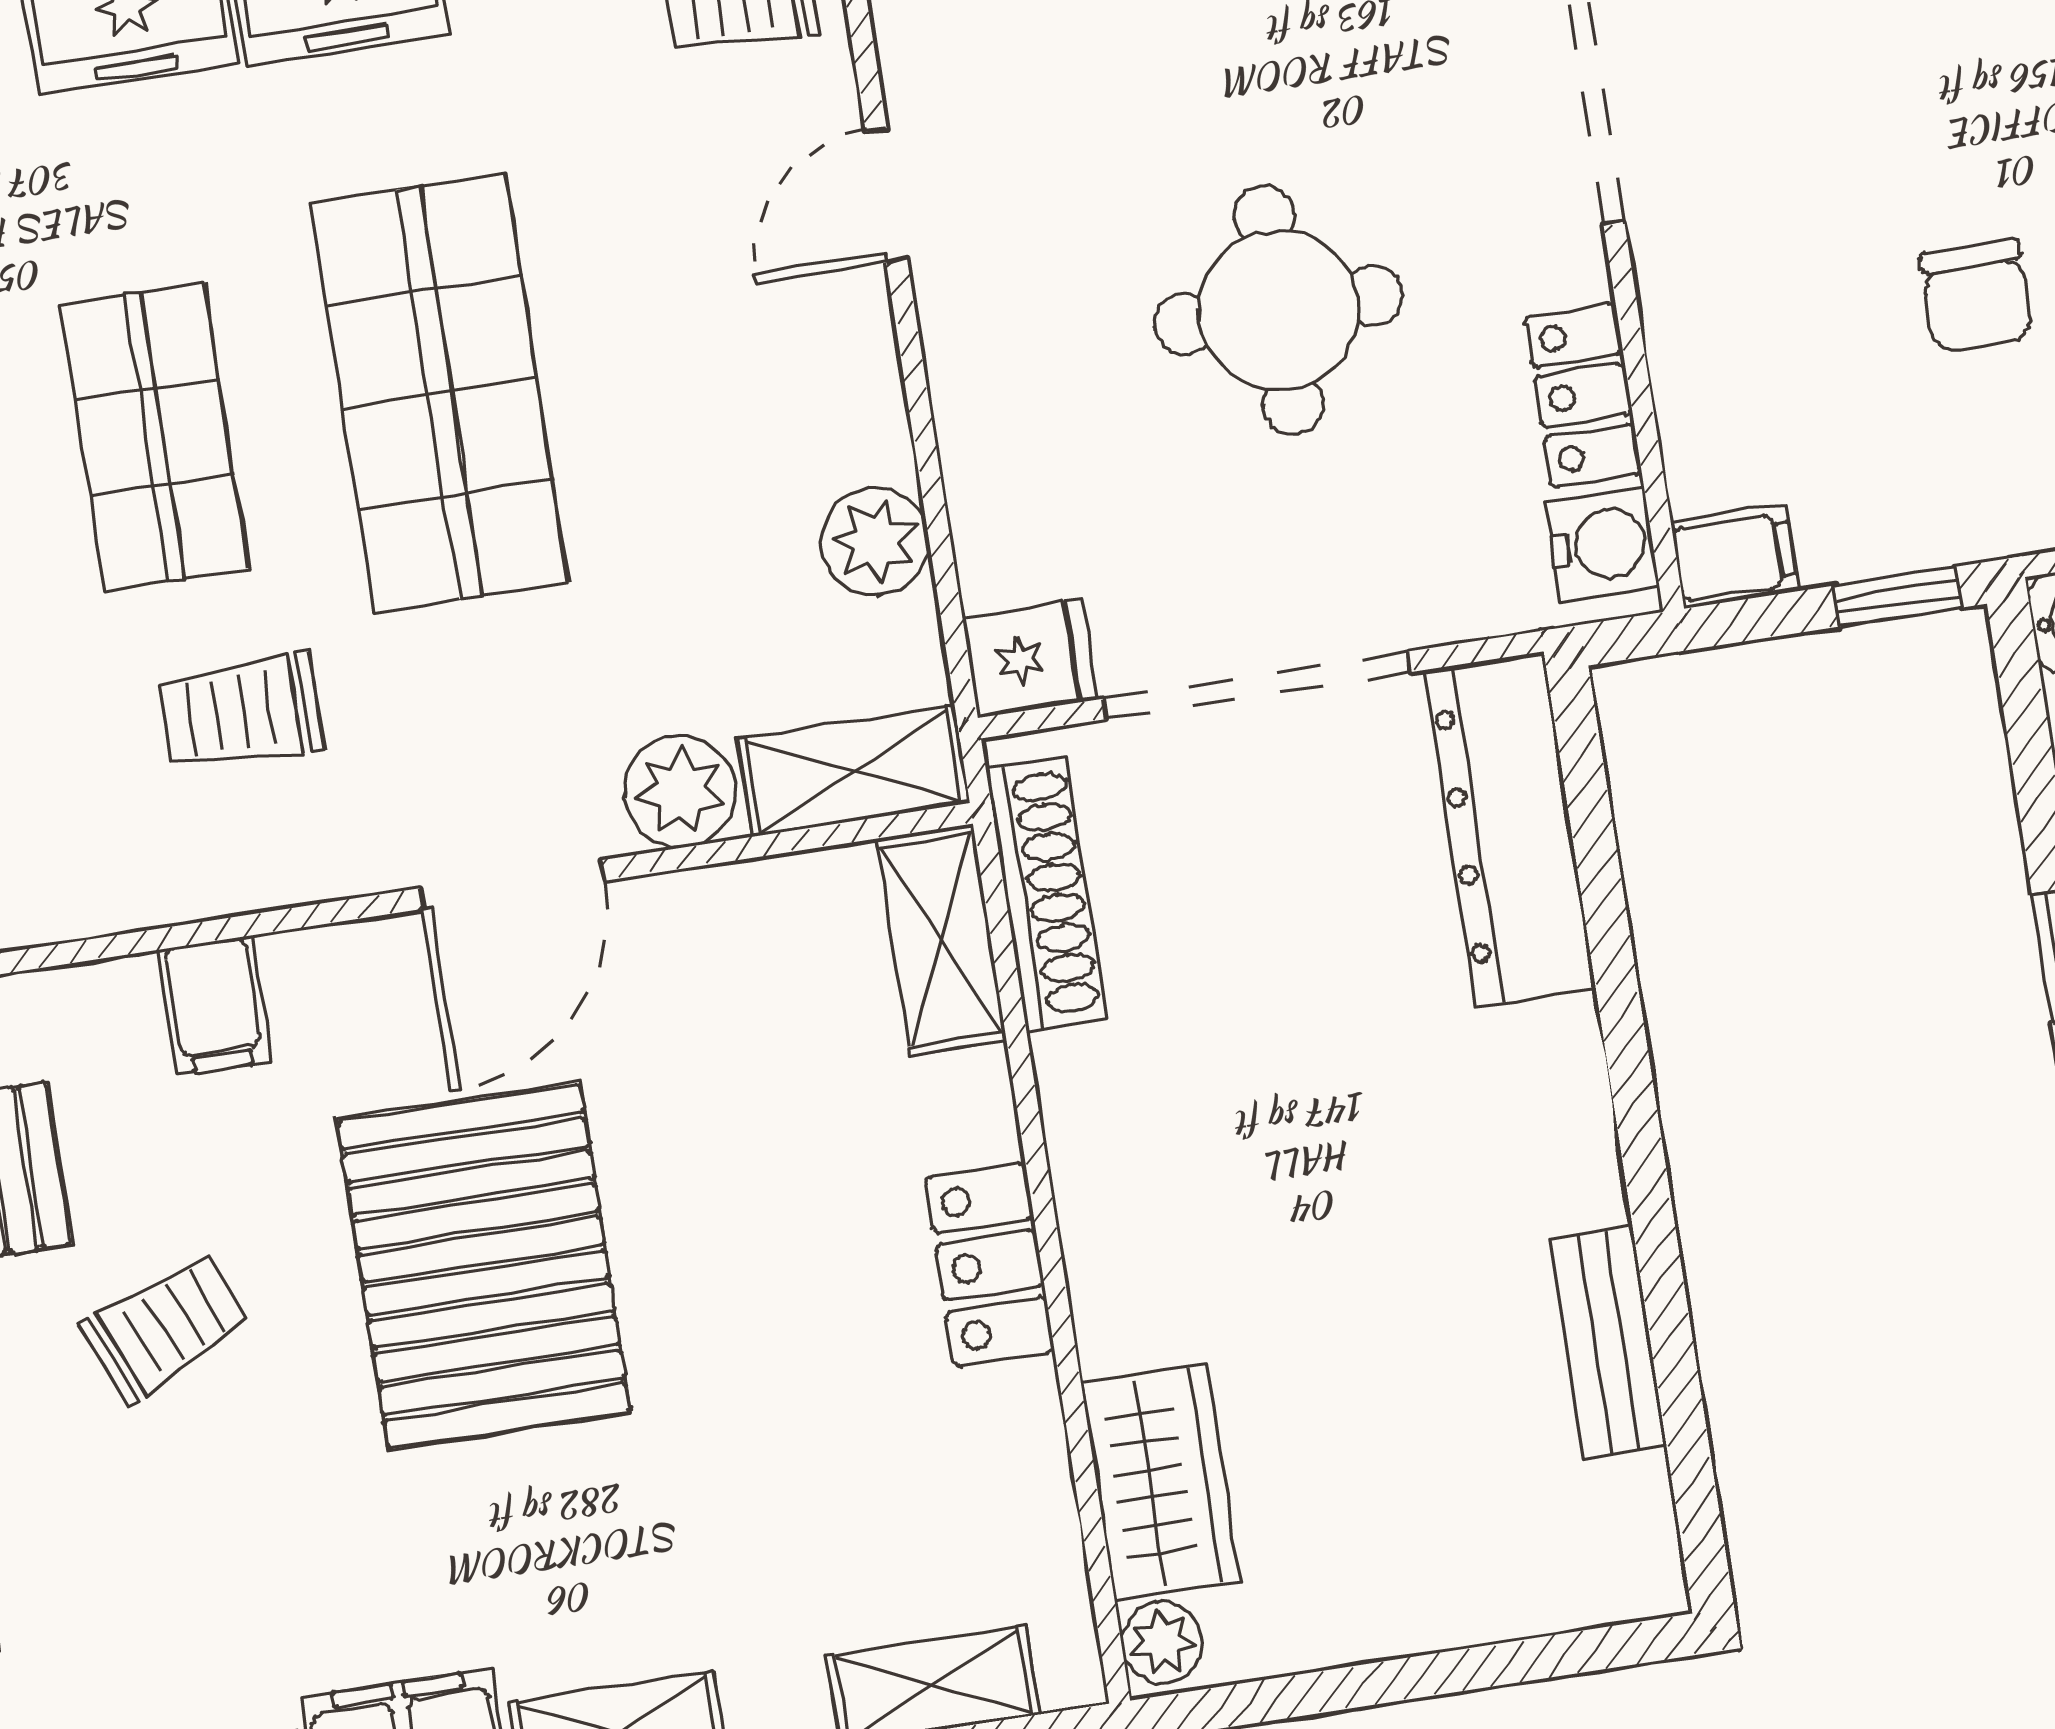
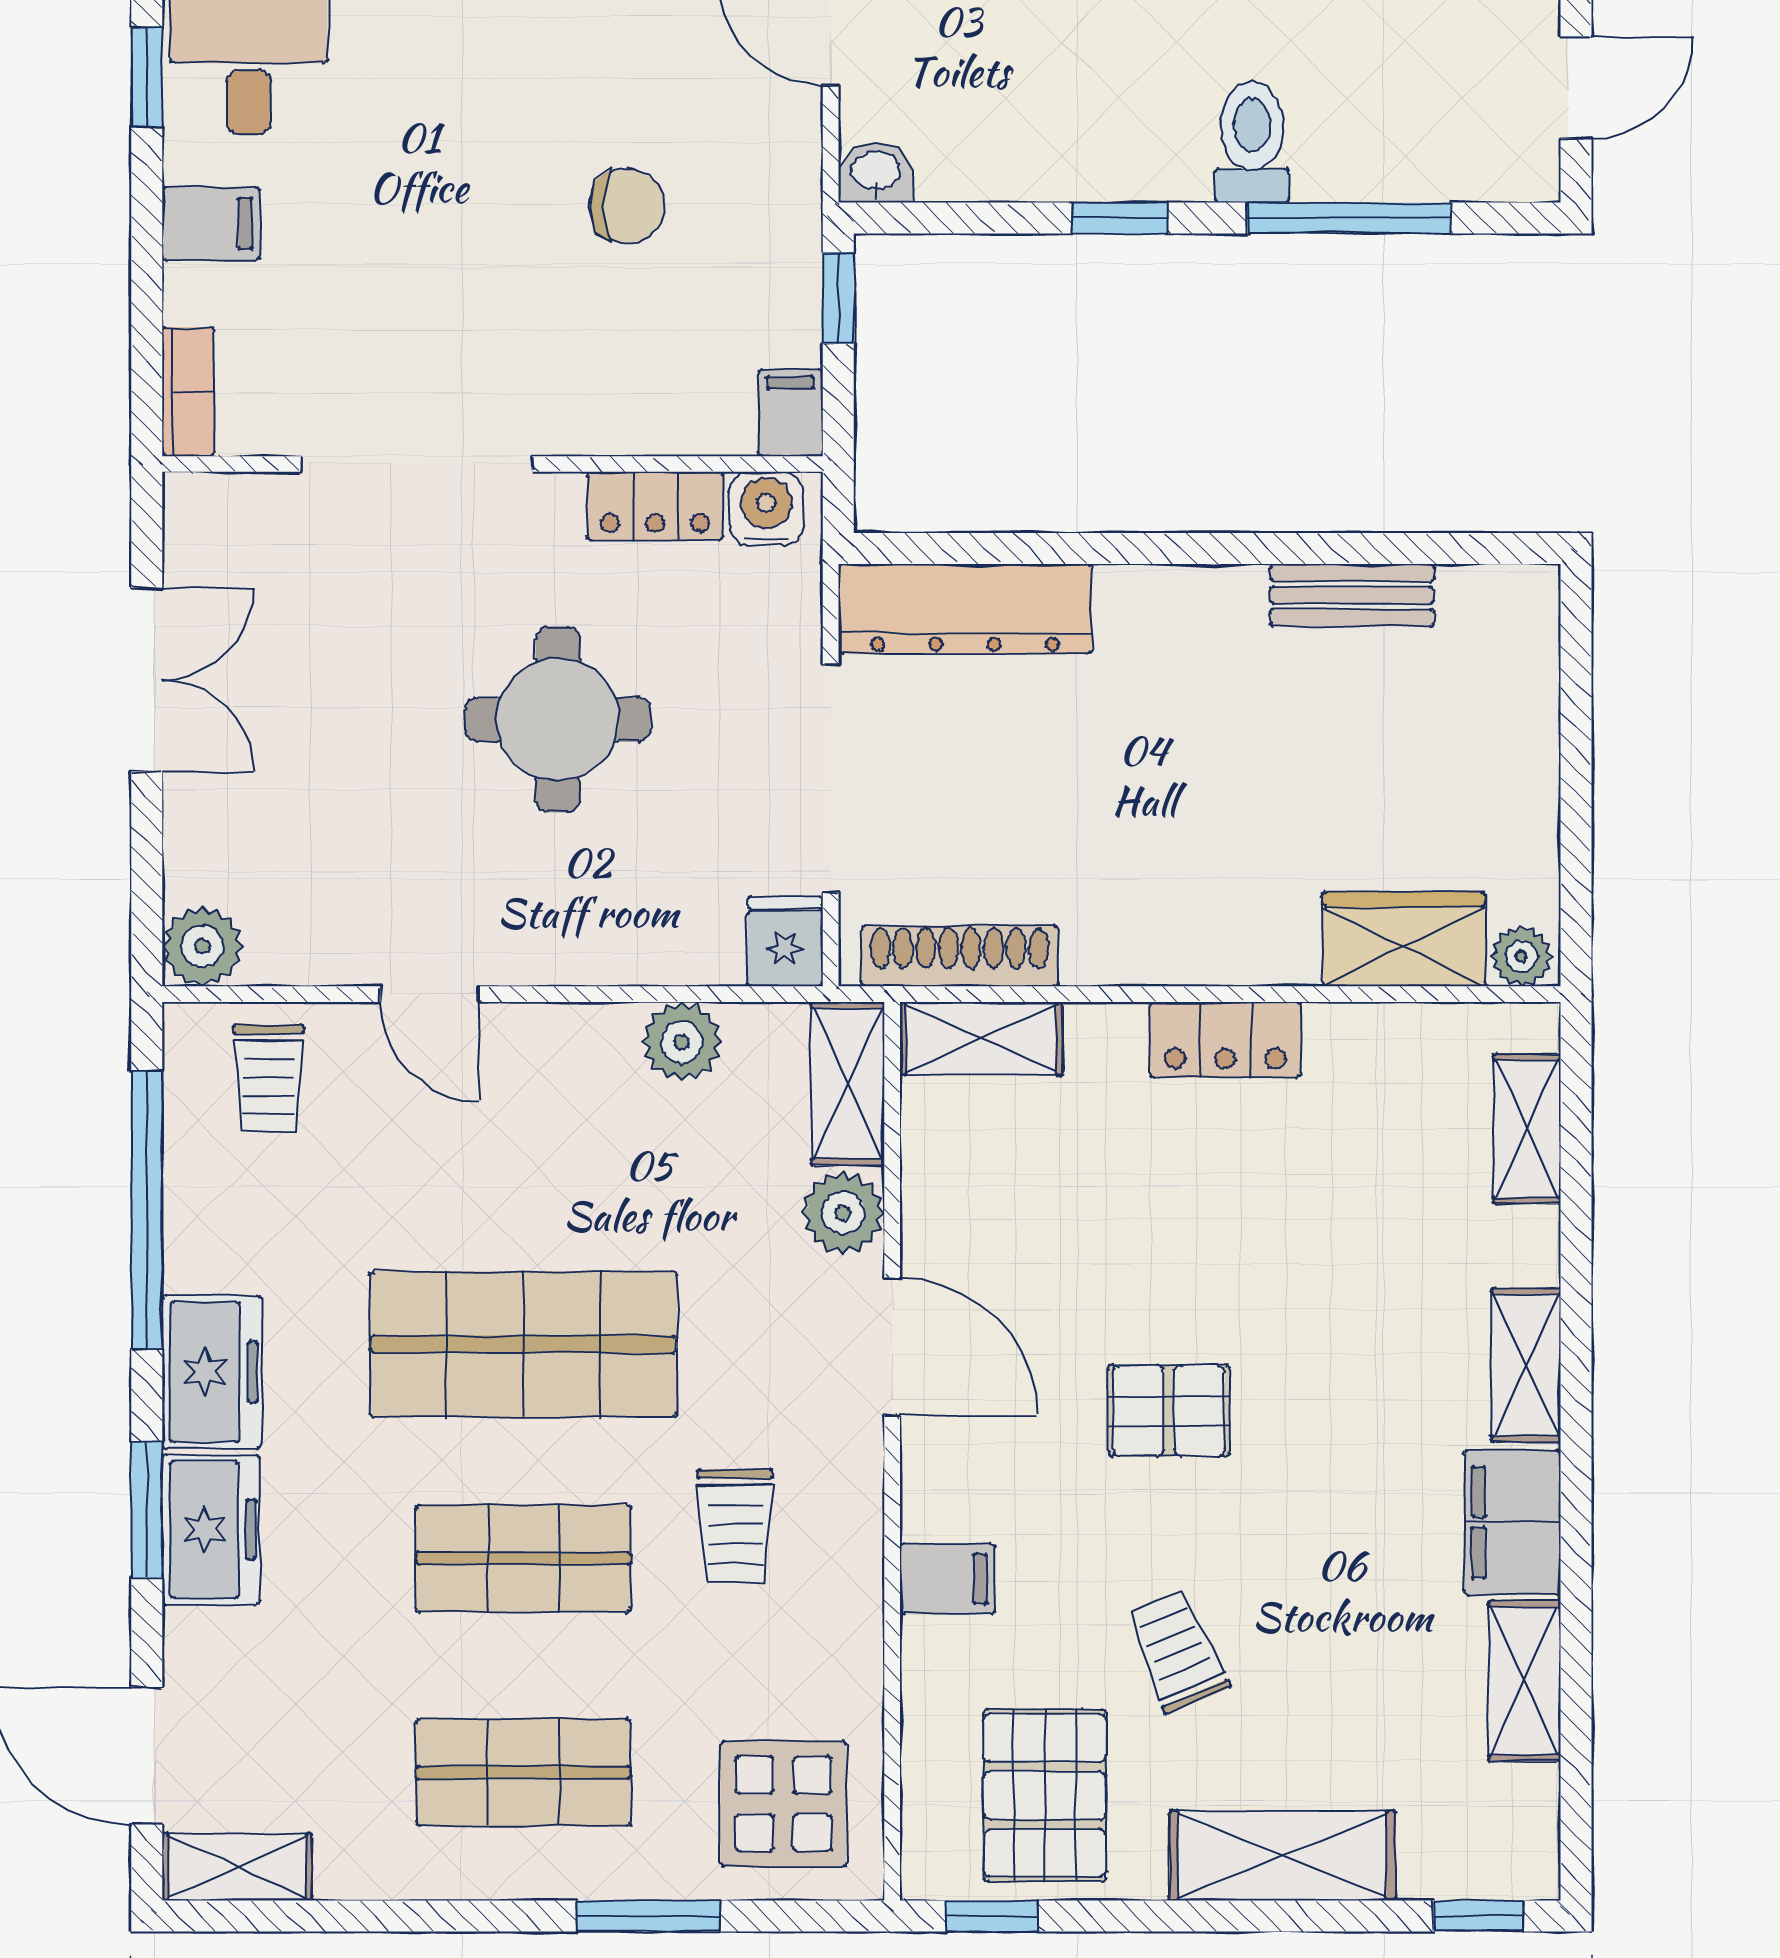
pallet: (484, 1266) -> (1169, 1411), width x0.49, depth x0.50

